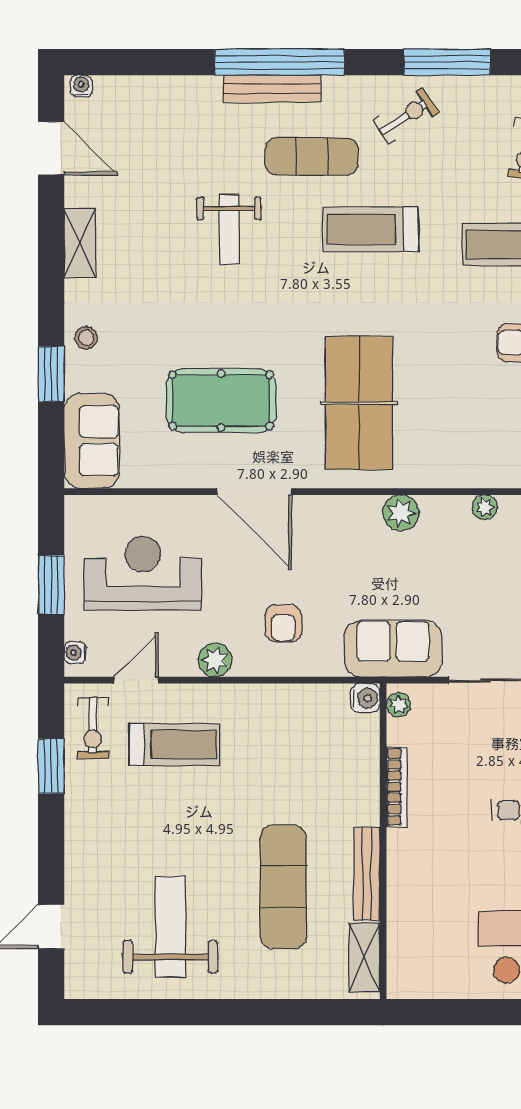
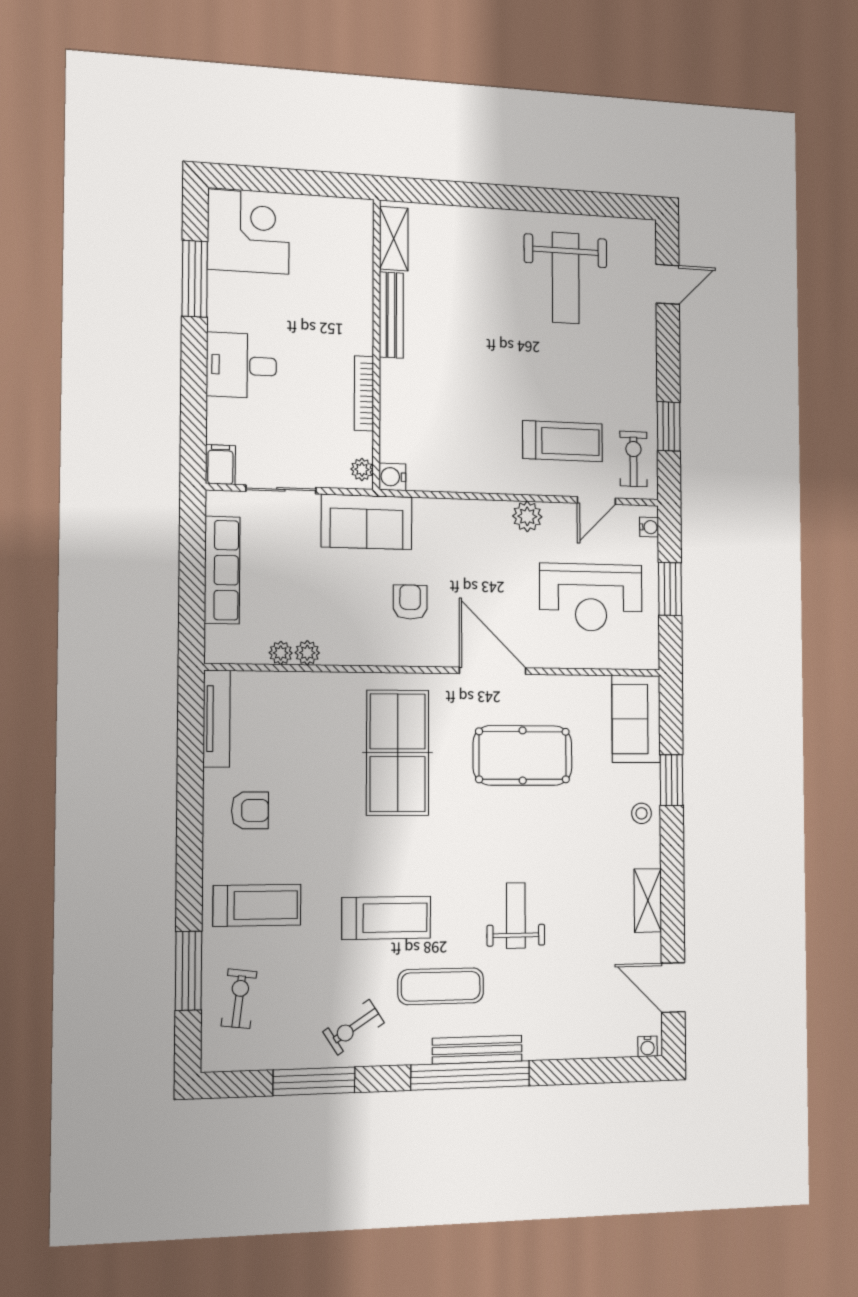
plant: (401, 513) -> (307, 653), moved, width x0.73, depth x0.73
armchair: (283, 623) -> (410, 602), moved
treadmill: (175, 744) -> (563, 441), turned 180
exercise mat: (283, 887) -> (466, 307), removed

